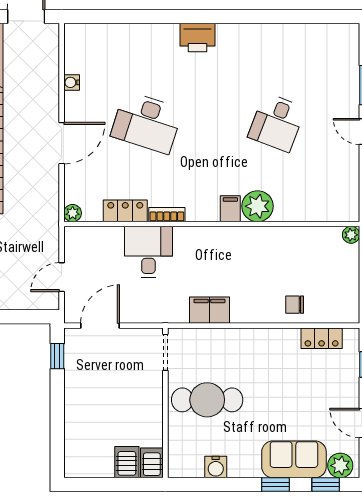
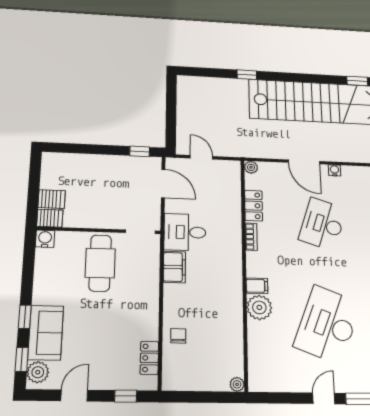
water cooler: (72, 82) -> (334, 170), moved
desk: (277, 122) -> (327, 324), width x1.87, depth x1.30
desk: (148, 252) -> (185, 232), moved, turned 180
water cooler: (216, 467) -> (45, 239), moved, turned 90

